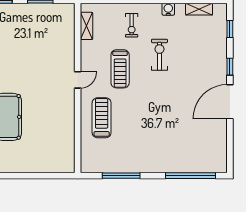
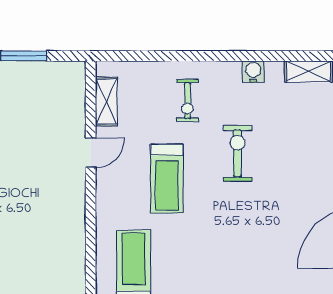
door: (78, 80) -> (91, 153), moved

